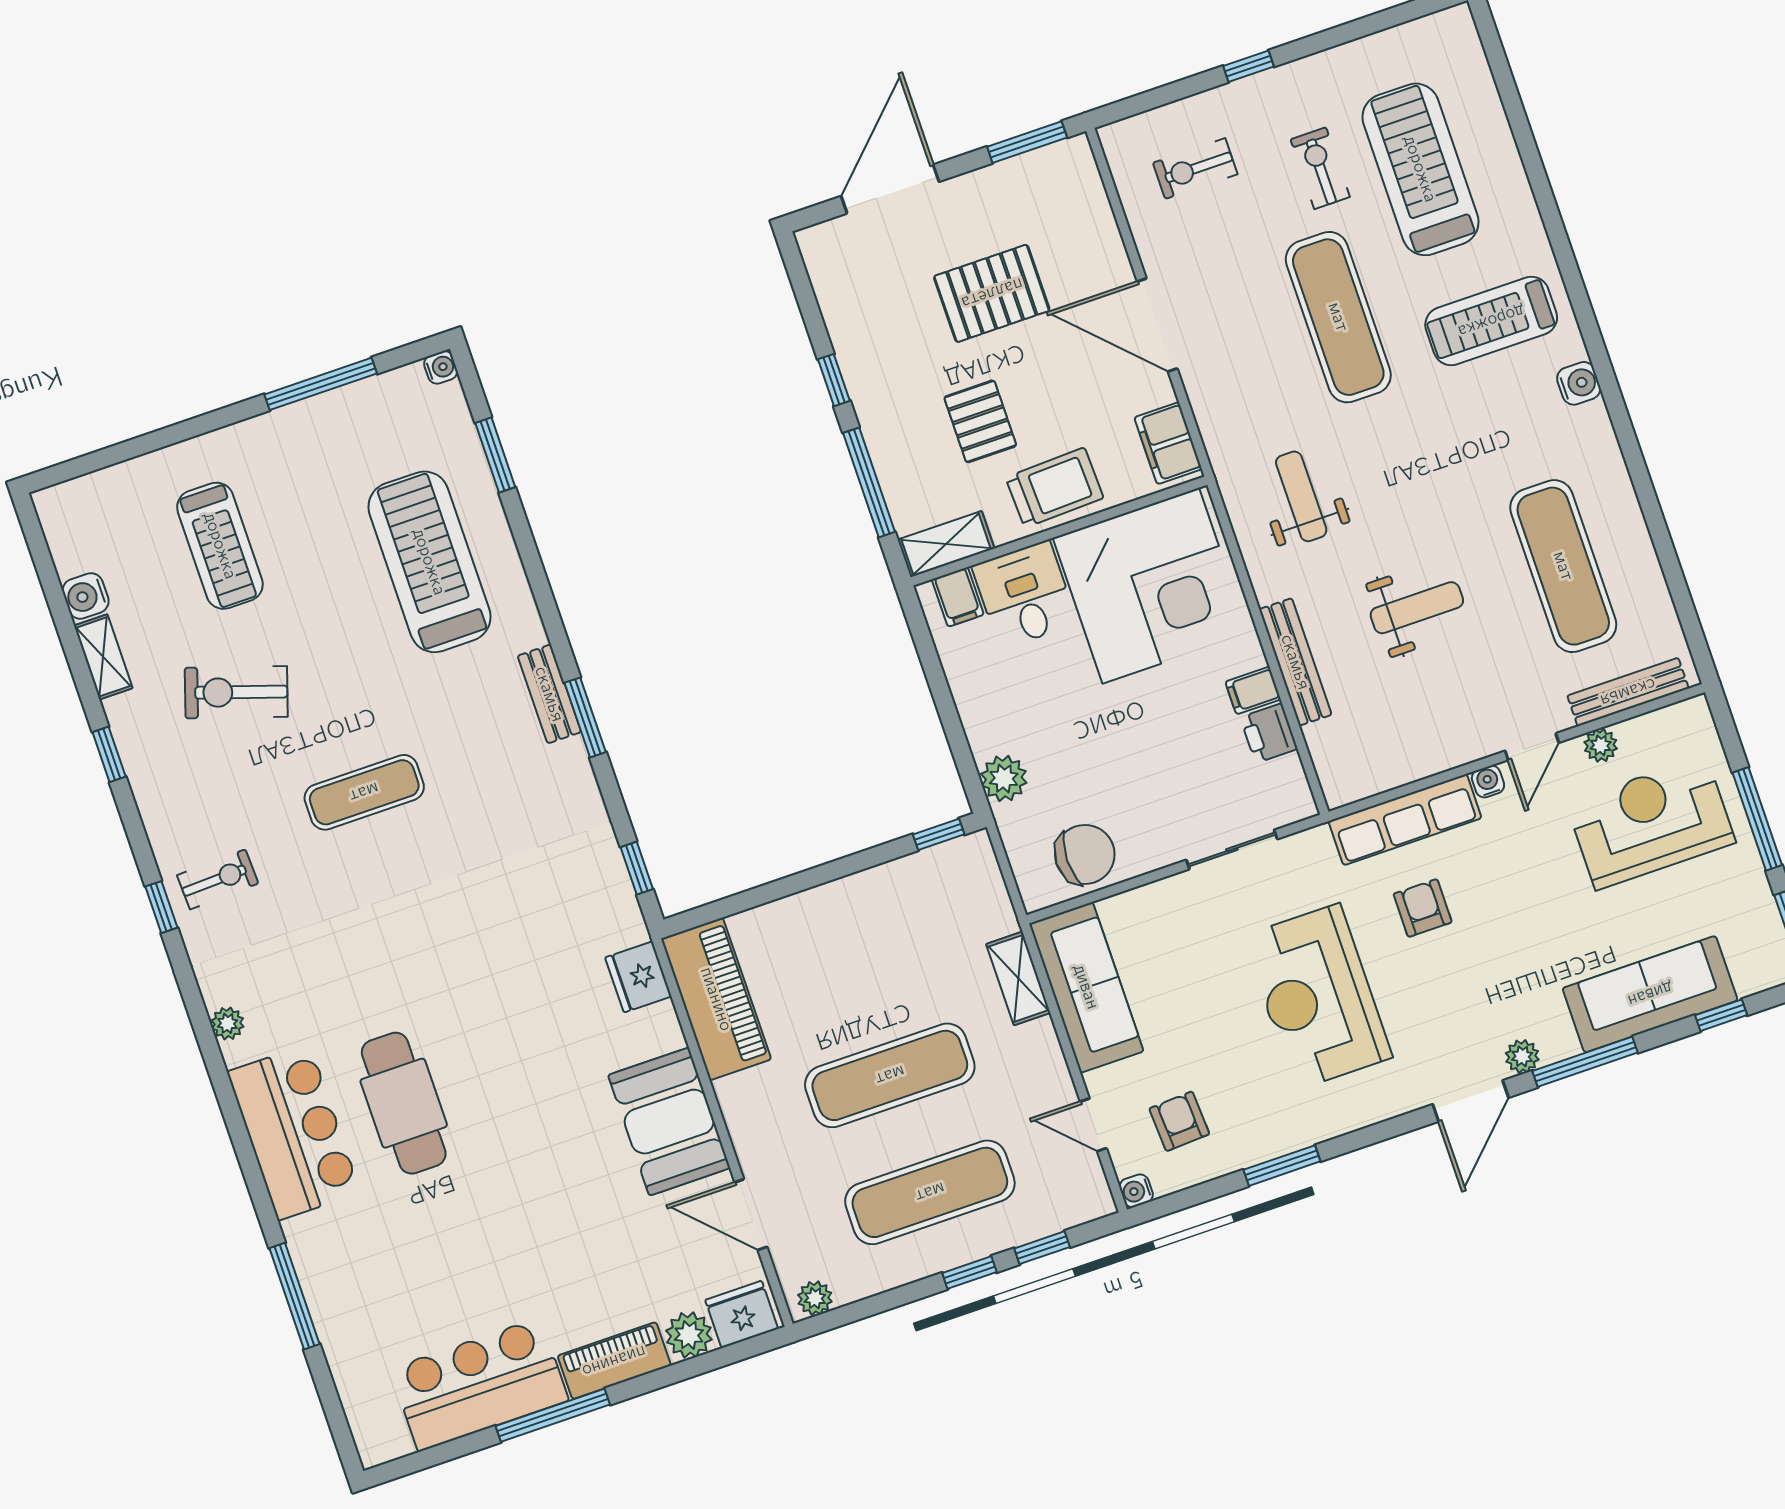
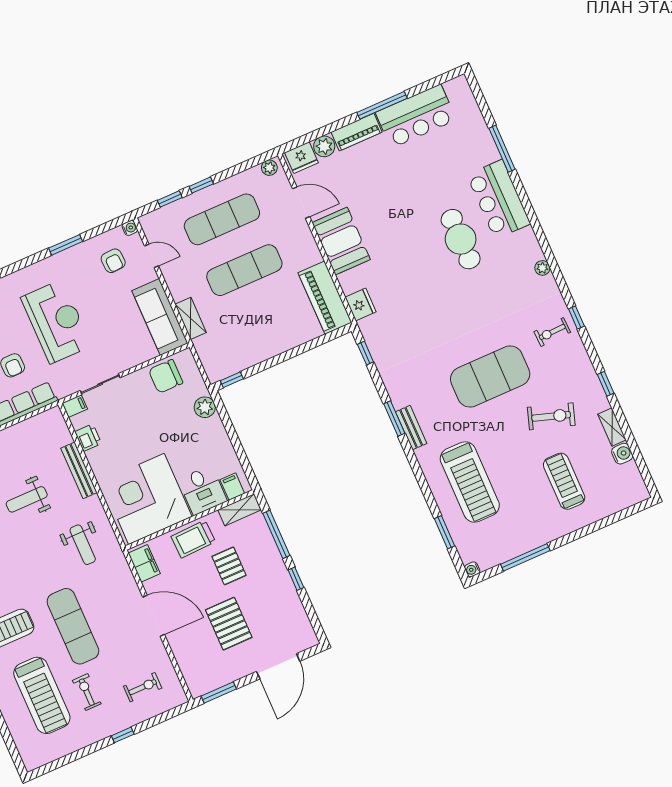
exercise bike: (1320, 168) -> (87, 692), turned 180
pallet: (992, 293) -> (229, 624), turned 90
filing cabinet: (1253, 690) -> (75, 406), moved
exercise mat: (364, 792) -> (490, 377), width x2.00, depth x1.45
bar counter: (294, 1132) -> (499, 199), moved

